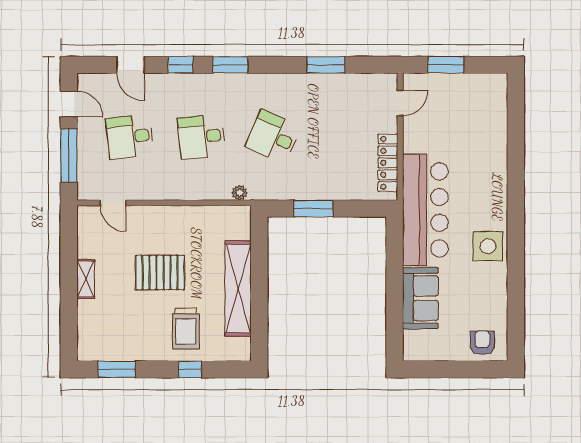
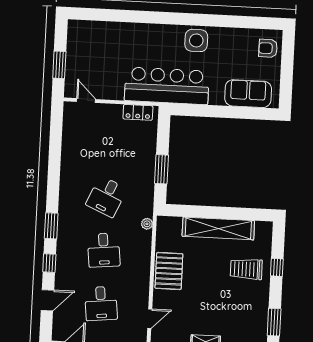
window: (326, 65) -> (55, 155), removed
locker: (388, 163) -> (138, 112), width x0.66
pallet: (160, 273) -> (169, 271), moved
sofa: (420, 298) -> (248, 94), moved
trolley: (186, 329) -> (246, 269), turned 180

